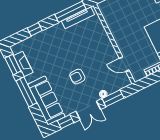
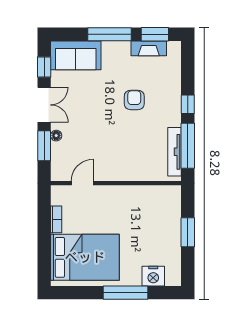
window: (35, 29) -> (188, 104), moved
armchair: (77, 77) -> (134, 100), moved
sofa: (46, 100) -> (76, 55), width x0.73
double door: (88, 110) -> (44, 105), swing flipped

